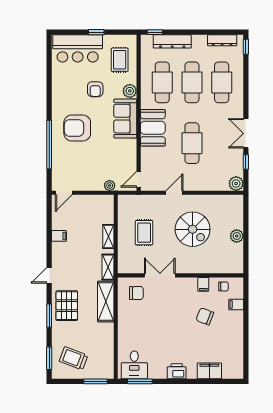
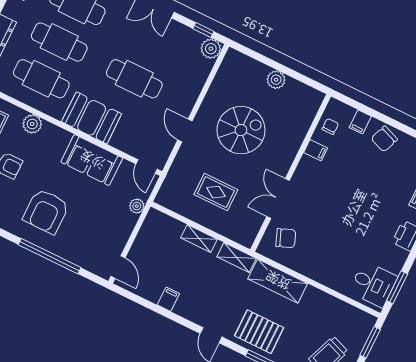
sofa: (125, 119) -> (92, 160), moved
window: (246, 162) -> (203, 30), moved
chair: (136, 293) -> (286, 238), turned 69
chair: (205, 316) -> (384, 139), moved

